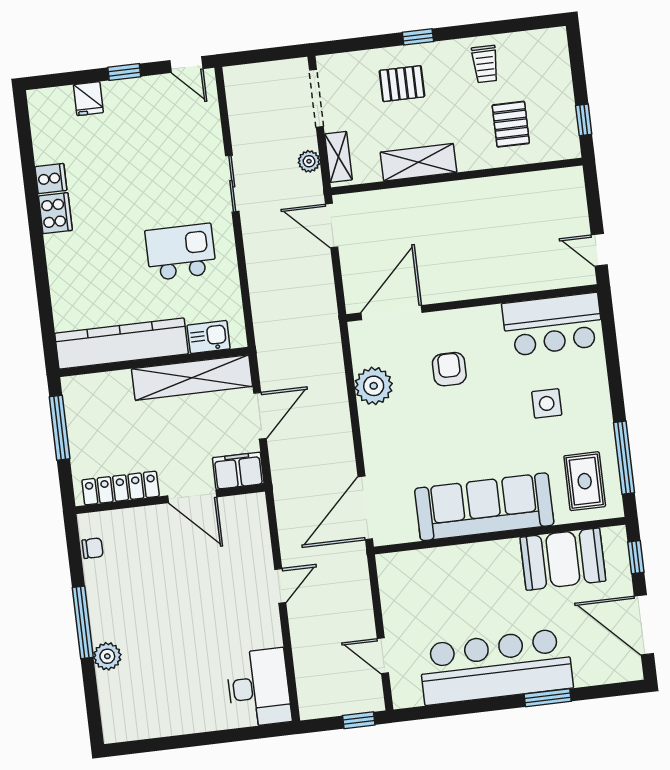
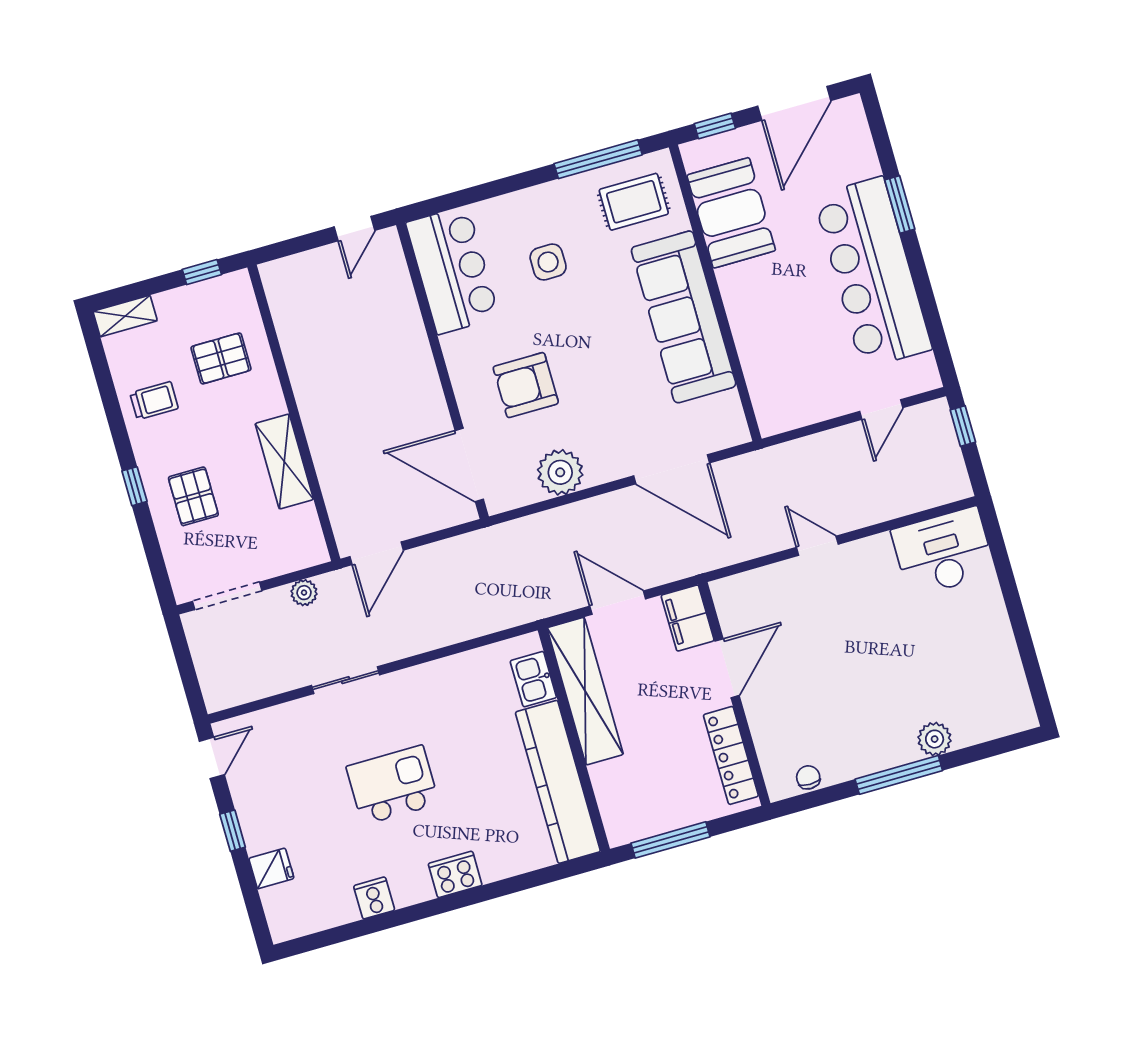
shelving: (338, 157) -> (125, 316), moved
cooker: (55, 213) -> (455, 874), moved
kitchen island: (181, 252) -> (393, 785), moved, turned 90
armchair: (449, 369) -> (526, 385), width x1.38, depth x1.38
door: (365, 508) -> (672, 469), moved

